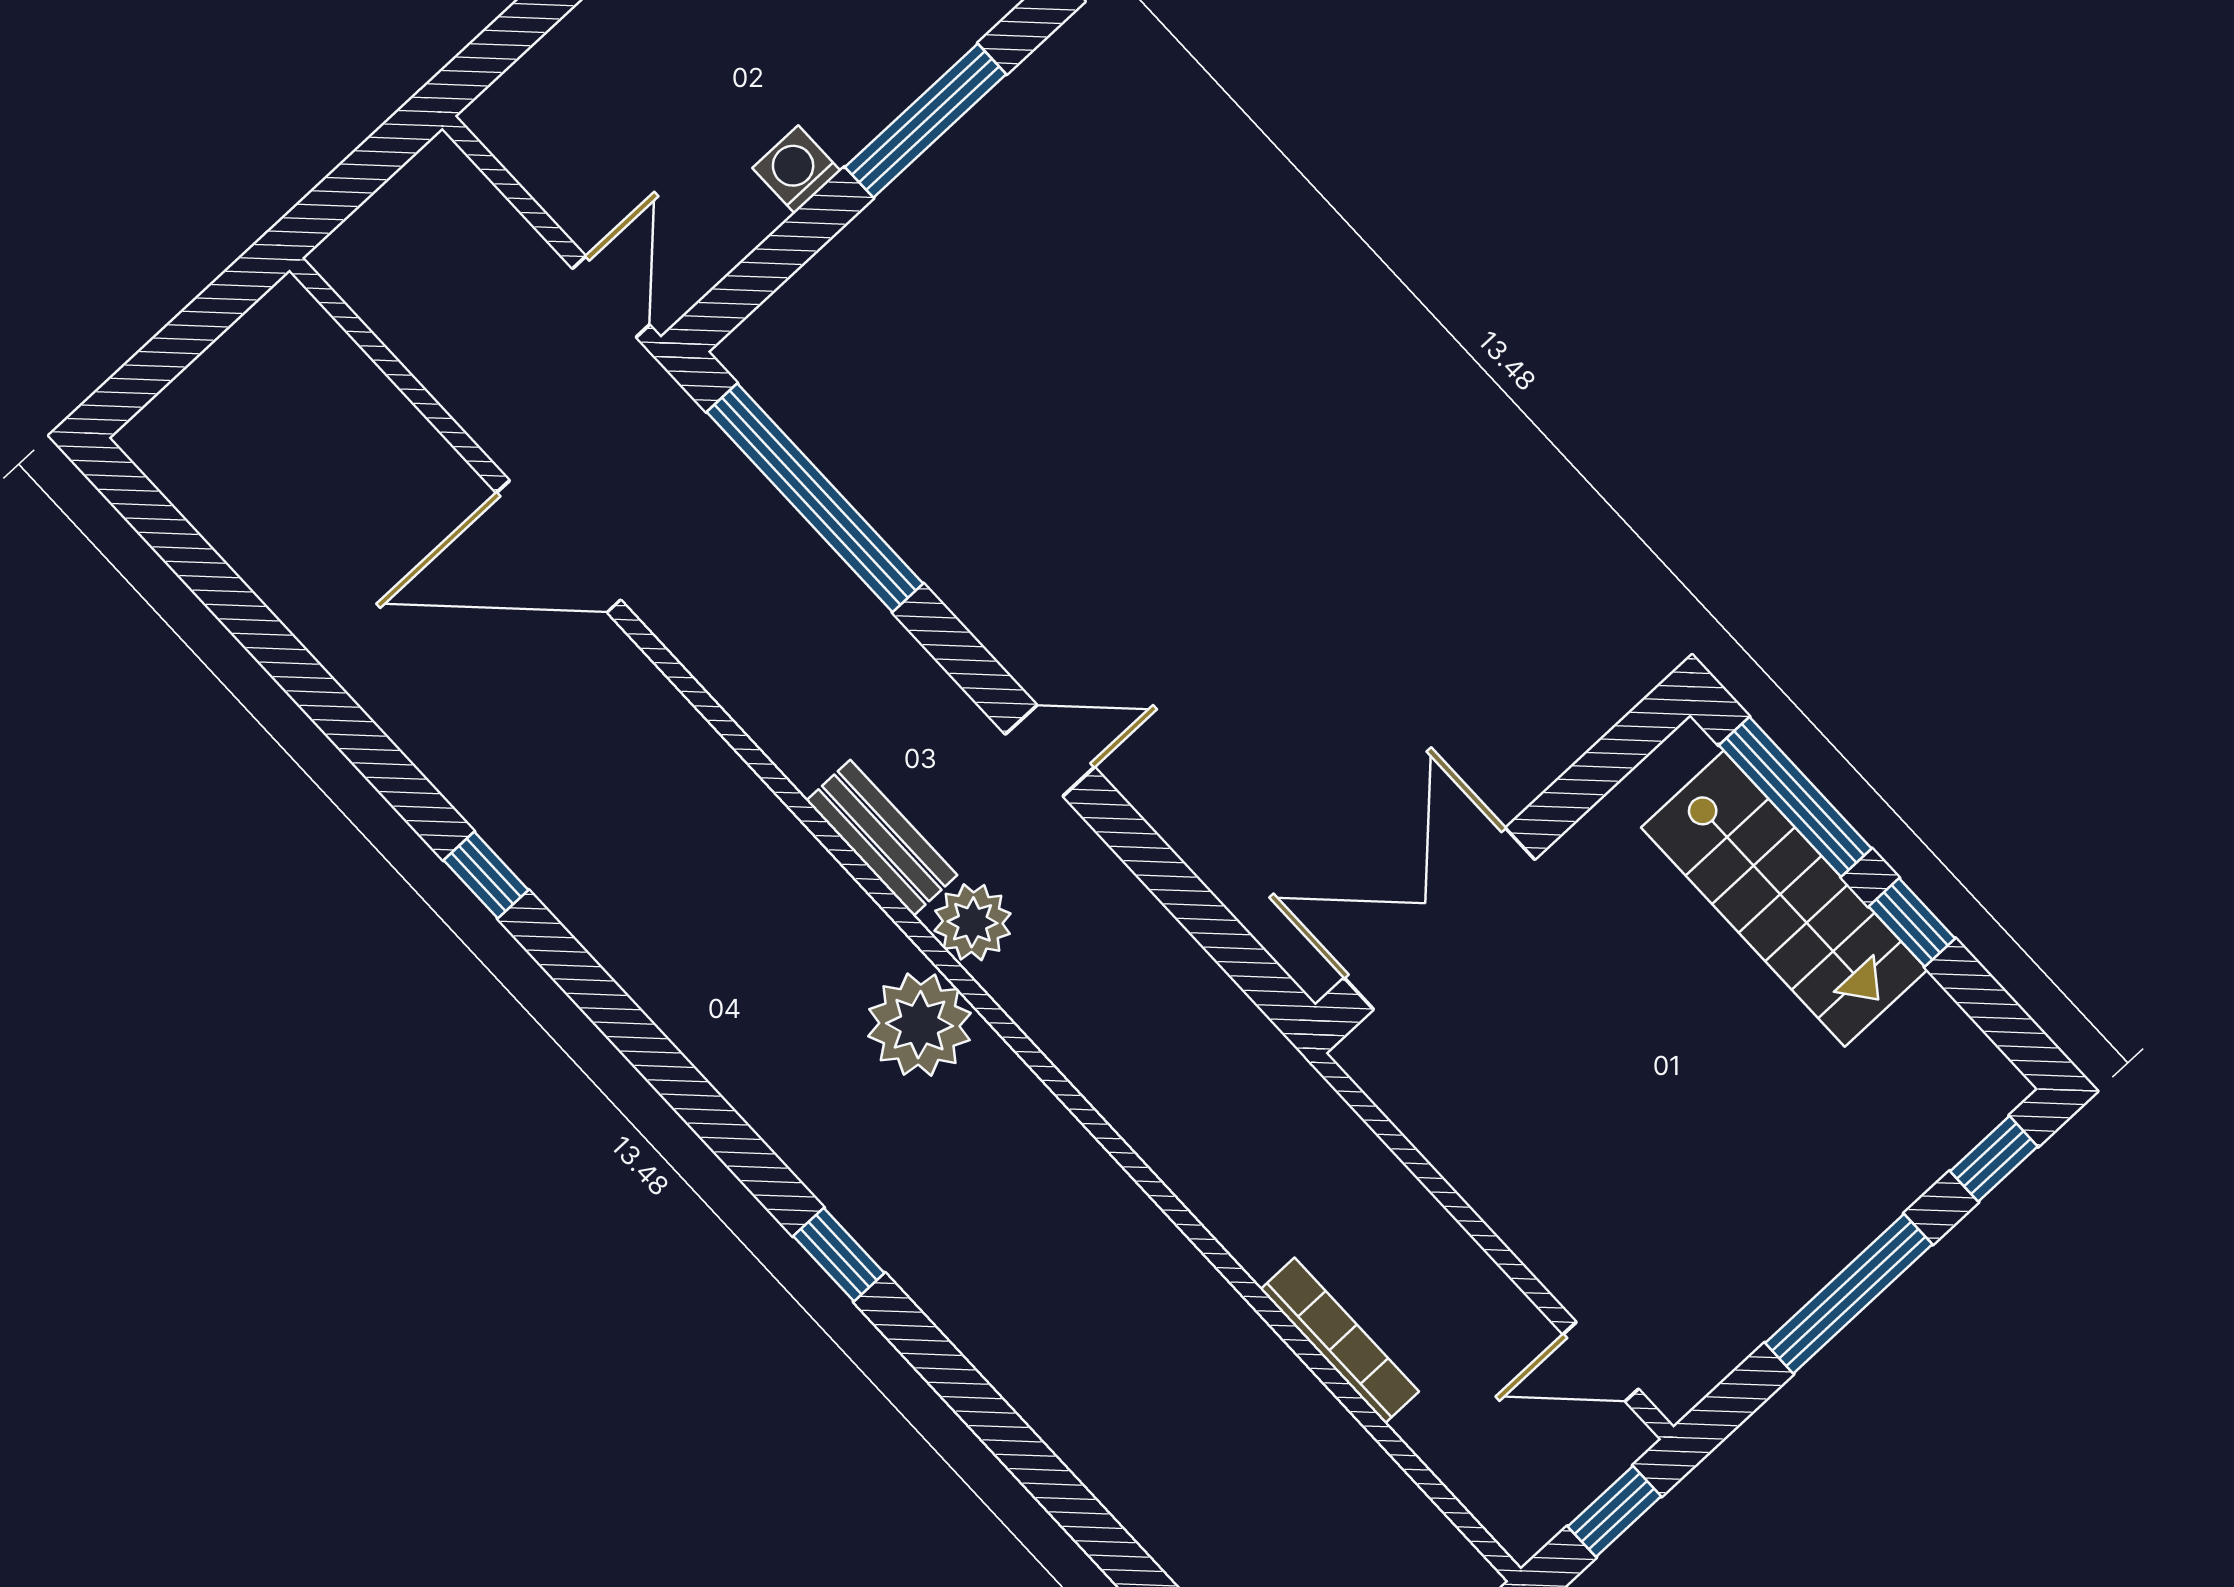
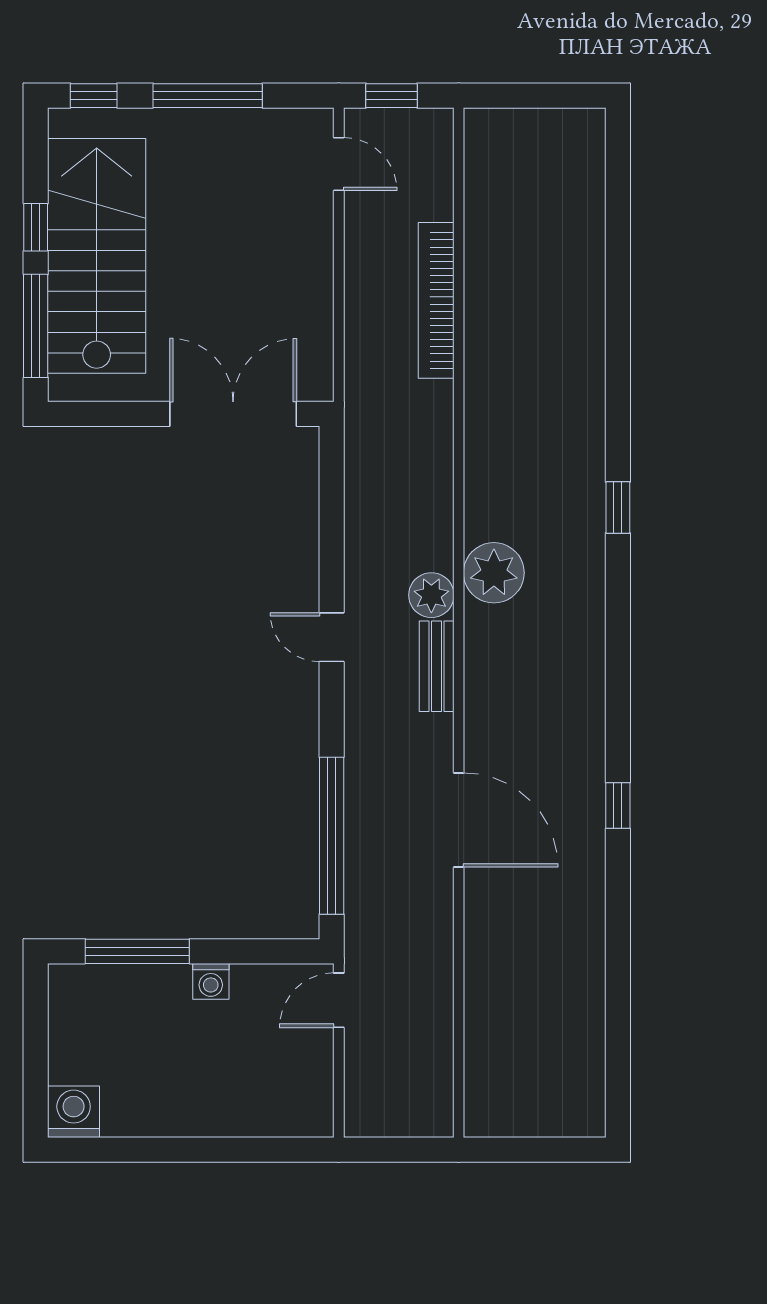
door: (558, 546) -> (459, 820), moved
stairs: (1784, 899) -> (97, 256), width x1.36, depth x1.51
double door: (1439, 919) -> (233, 414), swing flipped
bookcase: (1340, 1340) -> (436, 300), width x1.48, depth x1.31

